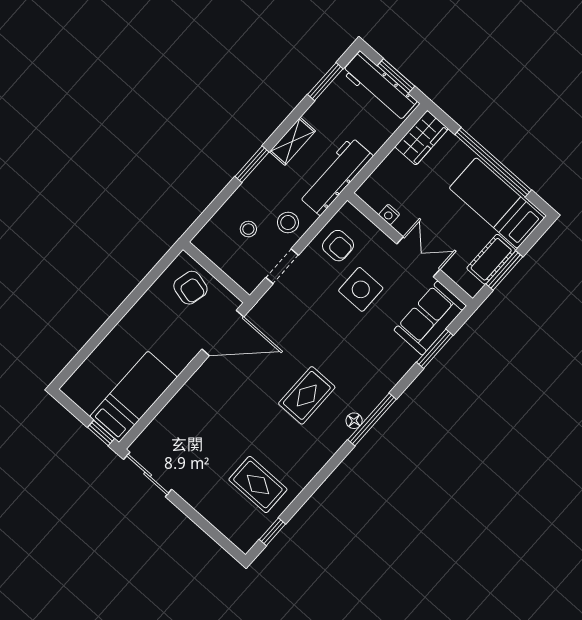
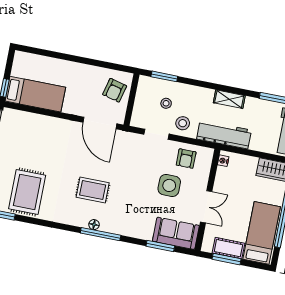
window: (252, 164) -> (164, 76), moved
nightstand: (389, 215) -> (223, 161), moved
rug: (258, 485) -> (27, 192), width x1.36, depth x1.43

